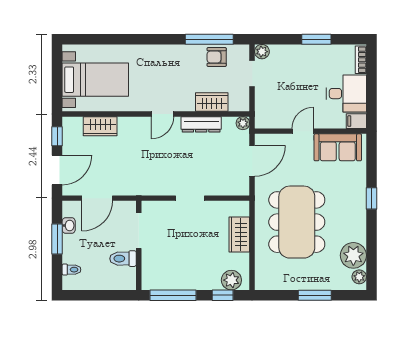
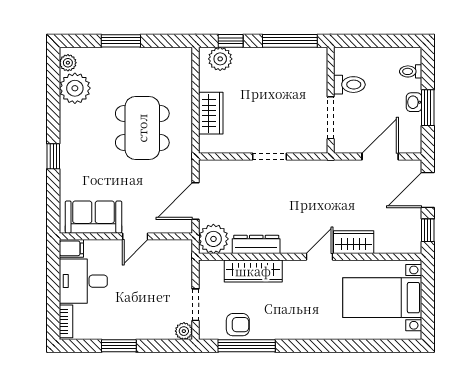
wardrobe: (212, 102) -> (253, 271), width x1.50
door: (162, 114) -> (320, 257), moved
plant: (243, 123) -> (213, 239), width x1.87, depth x1.87
wardrobe: (100, 126) -> (354, 242), moved
dining table: (297, 222) -> (142, 128), width x0.73, depth x0.80
washbasin: (69, 225) -> (414, 102), moved

